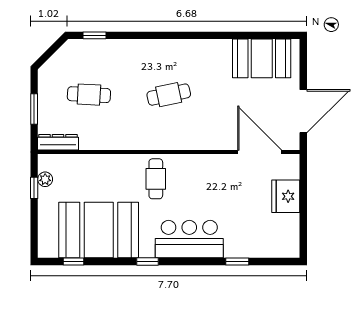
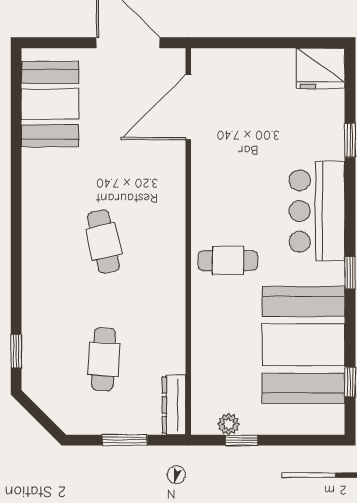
fridge: (286, 196) -> (320, 68), moved

